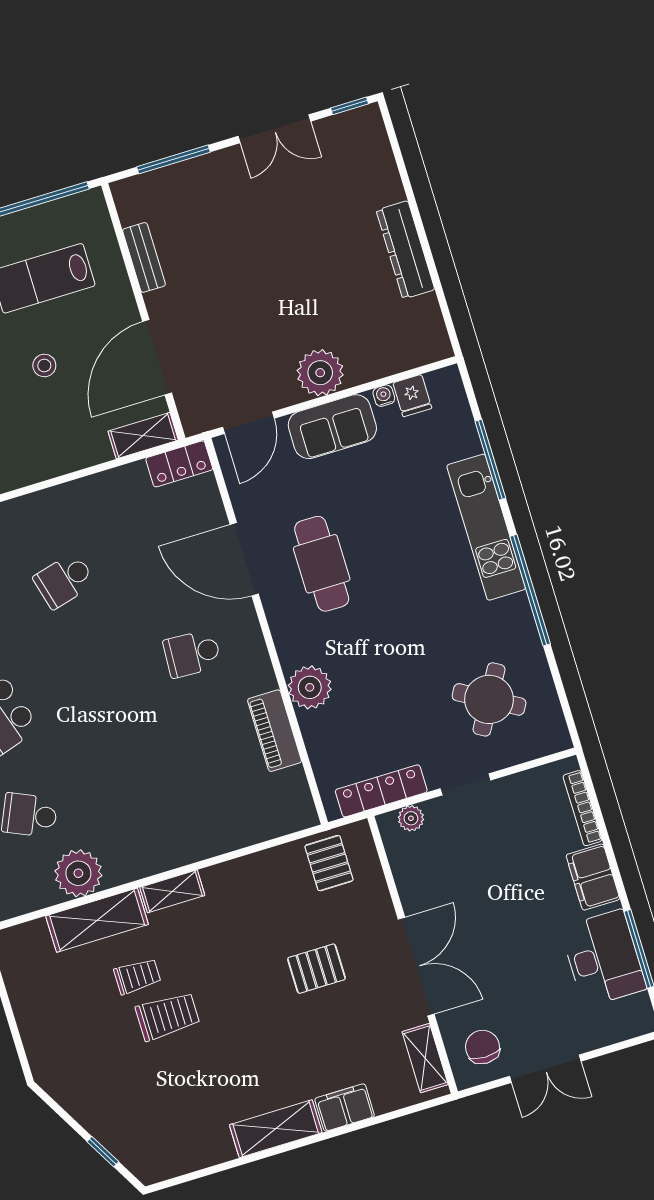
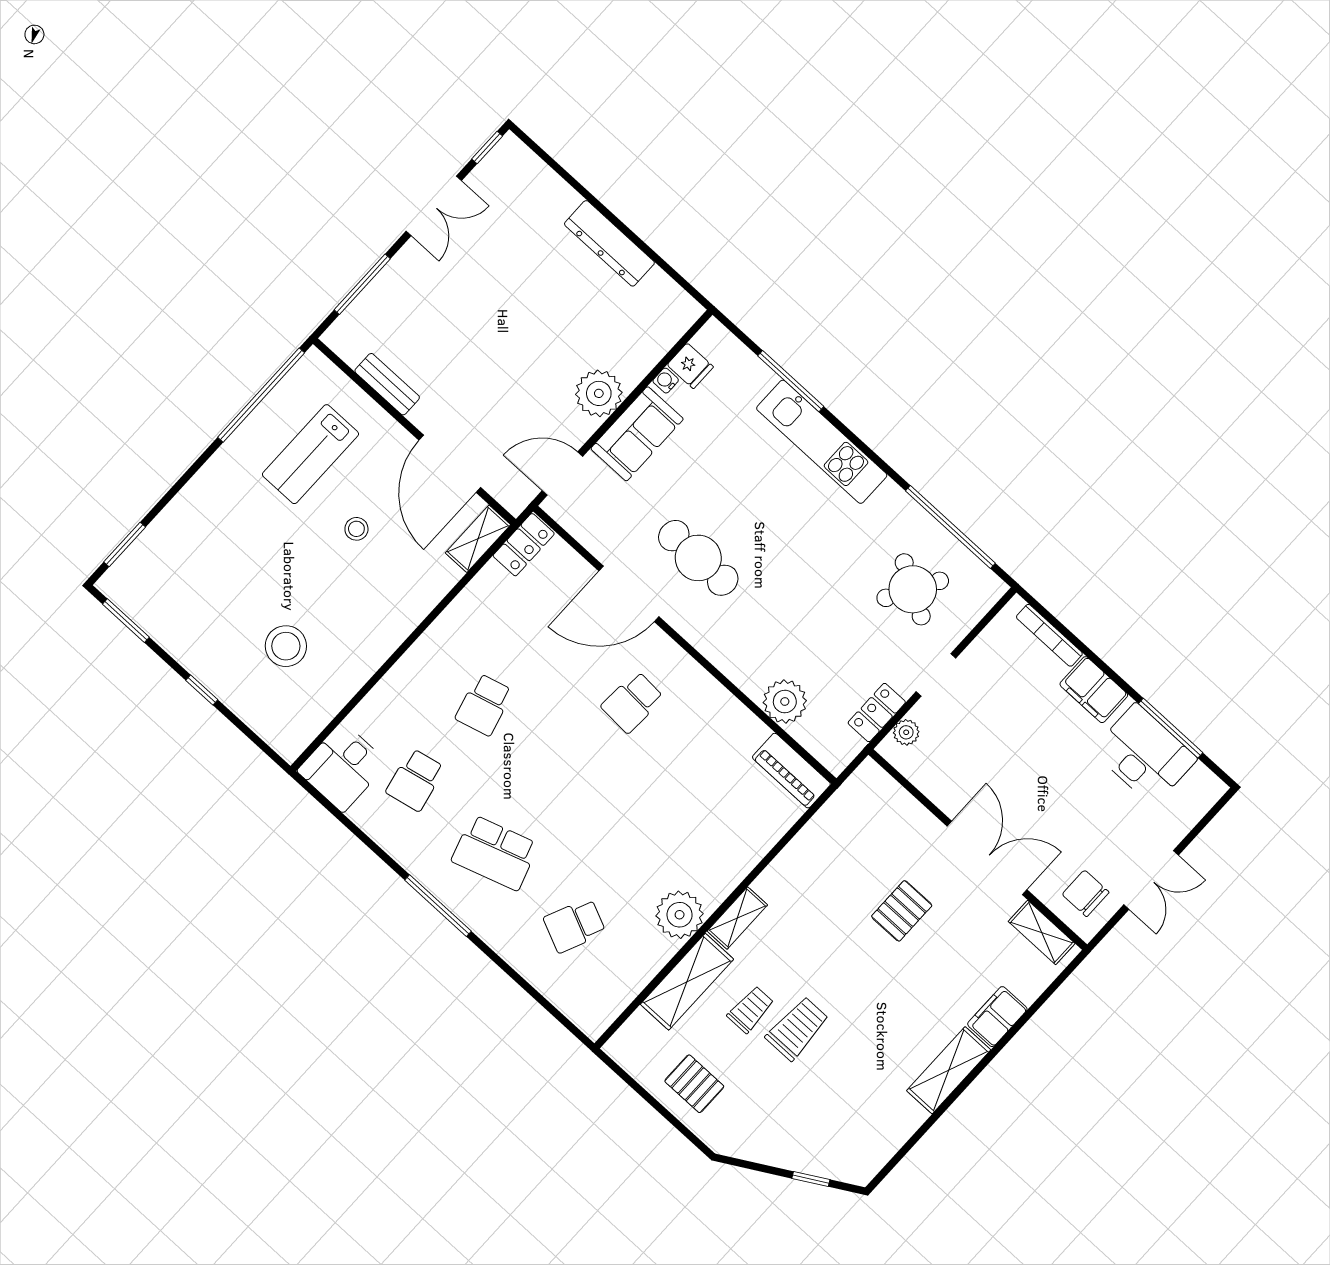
door: (248, 423) -> (562, 474), swing flipped
window: (530, 590) -> (950, 527), moved
plant: (310, 687) -> (785, 702), moved
piano: (275, 731) -> (791, 771), moved
locker: (381, 791) -> (877, 712), width x0.66
pallet: (329, 863) -> (694, 1084), moved
plant: (78, 873) -> (680, 915), moved

